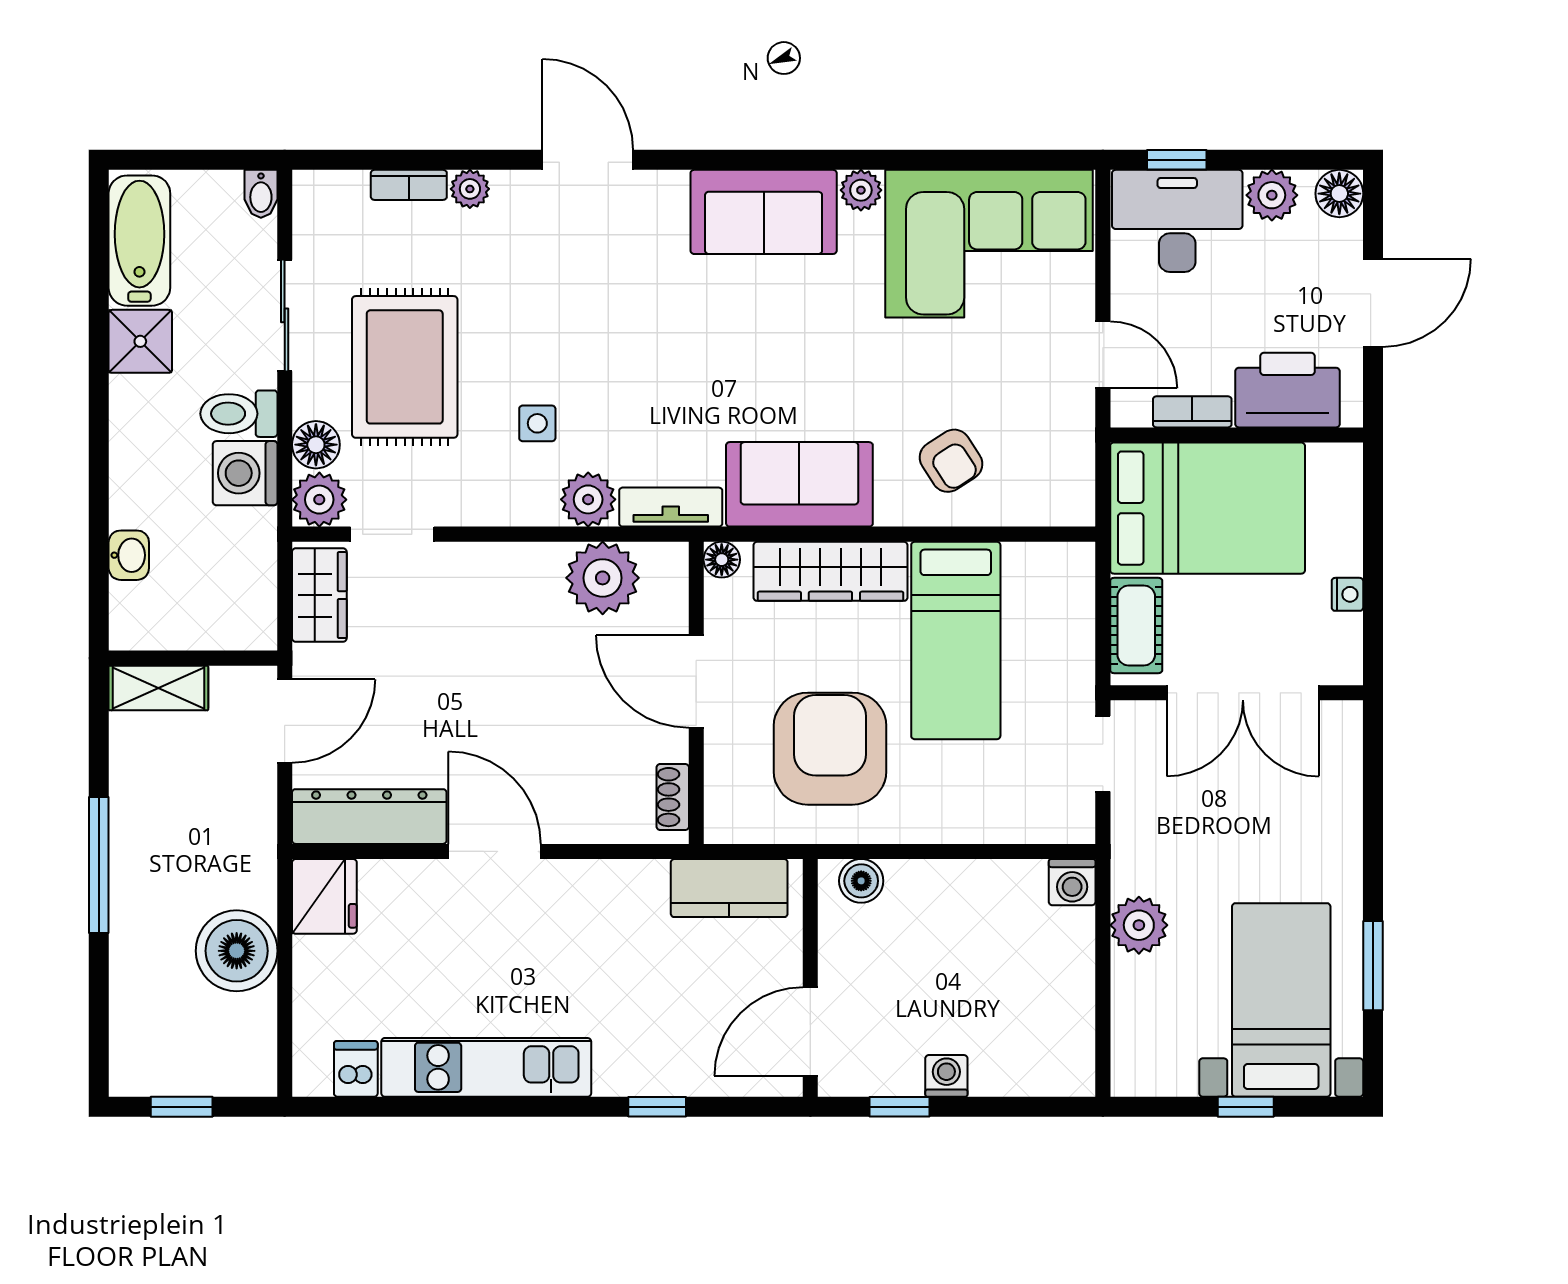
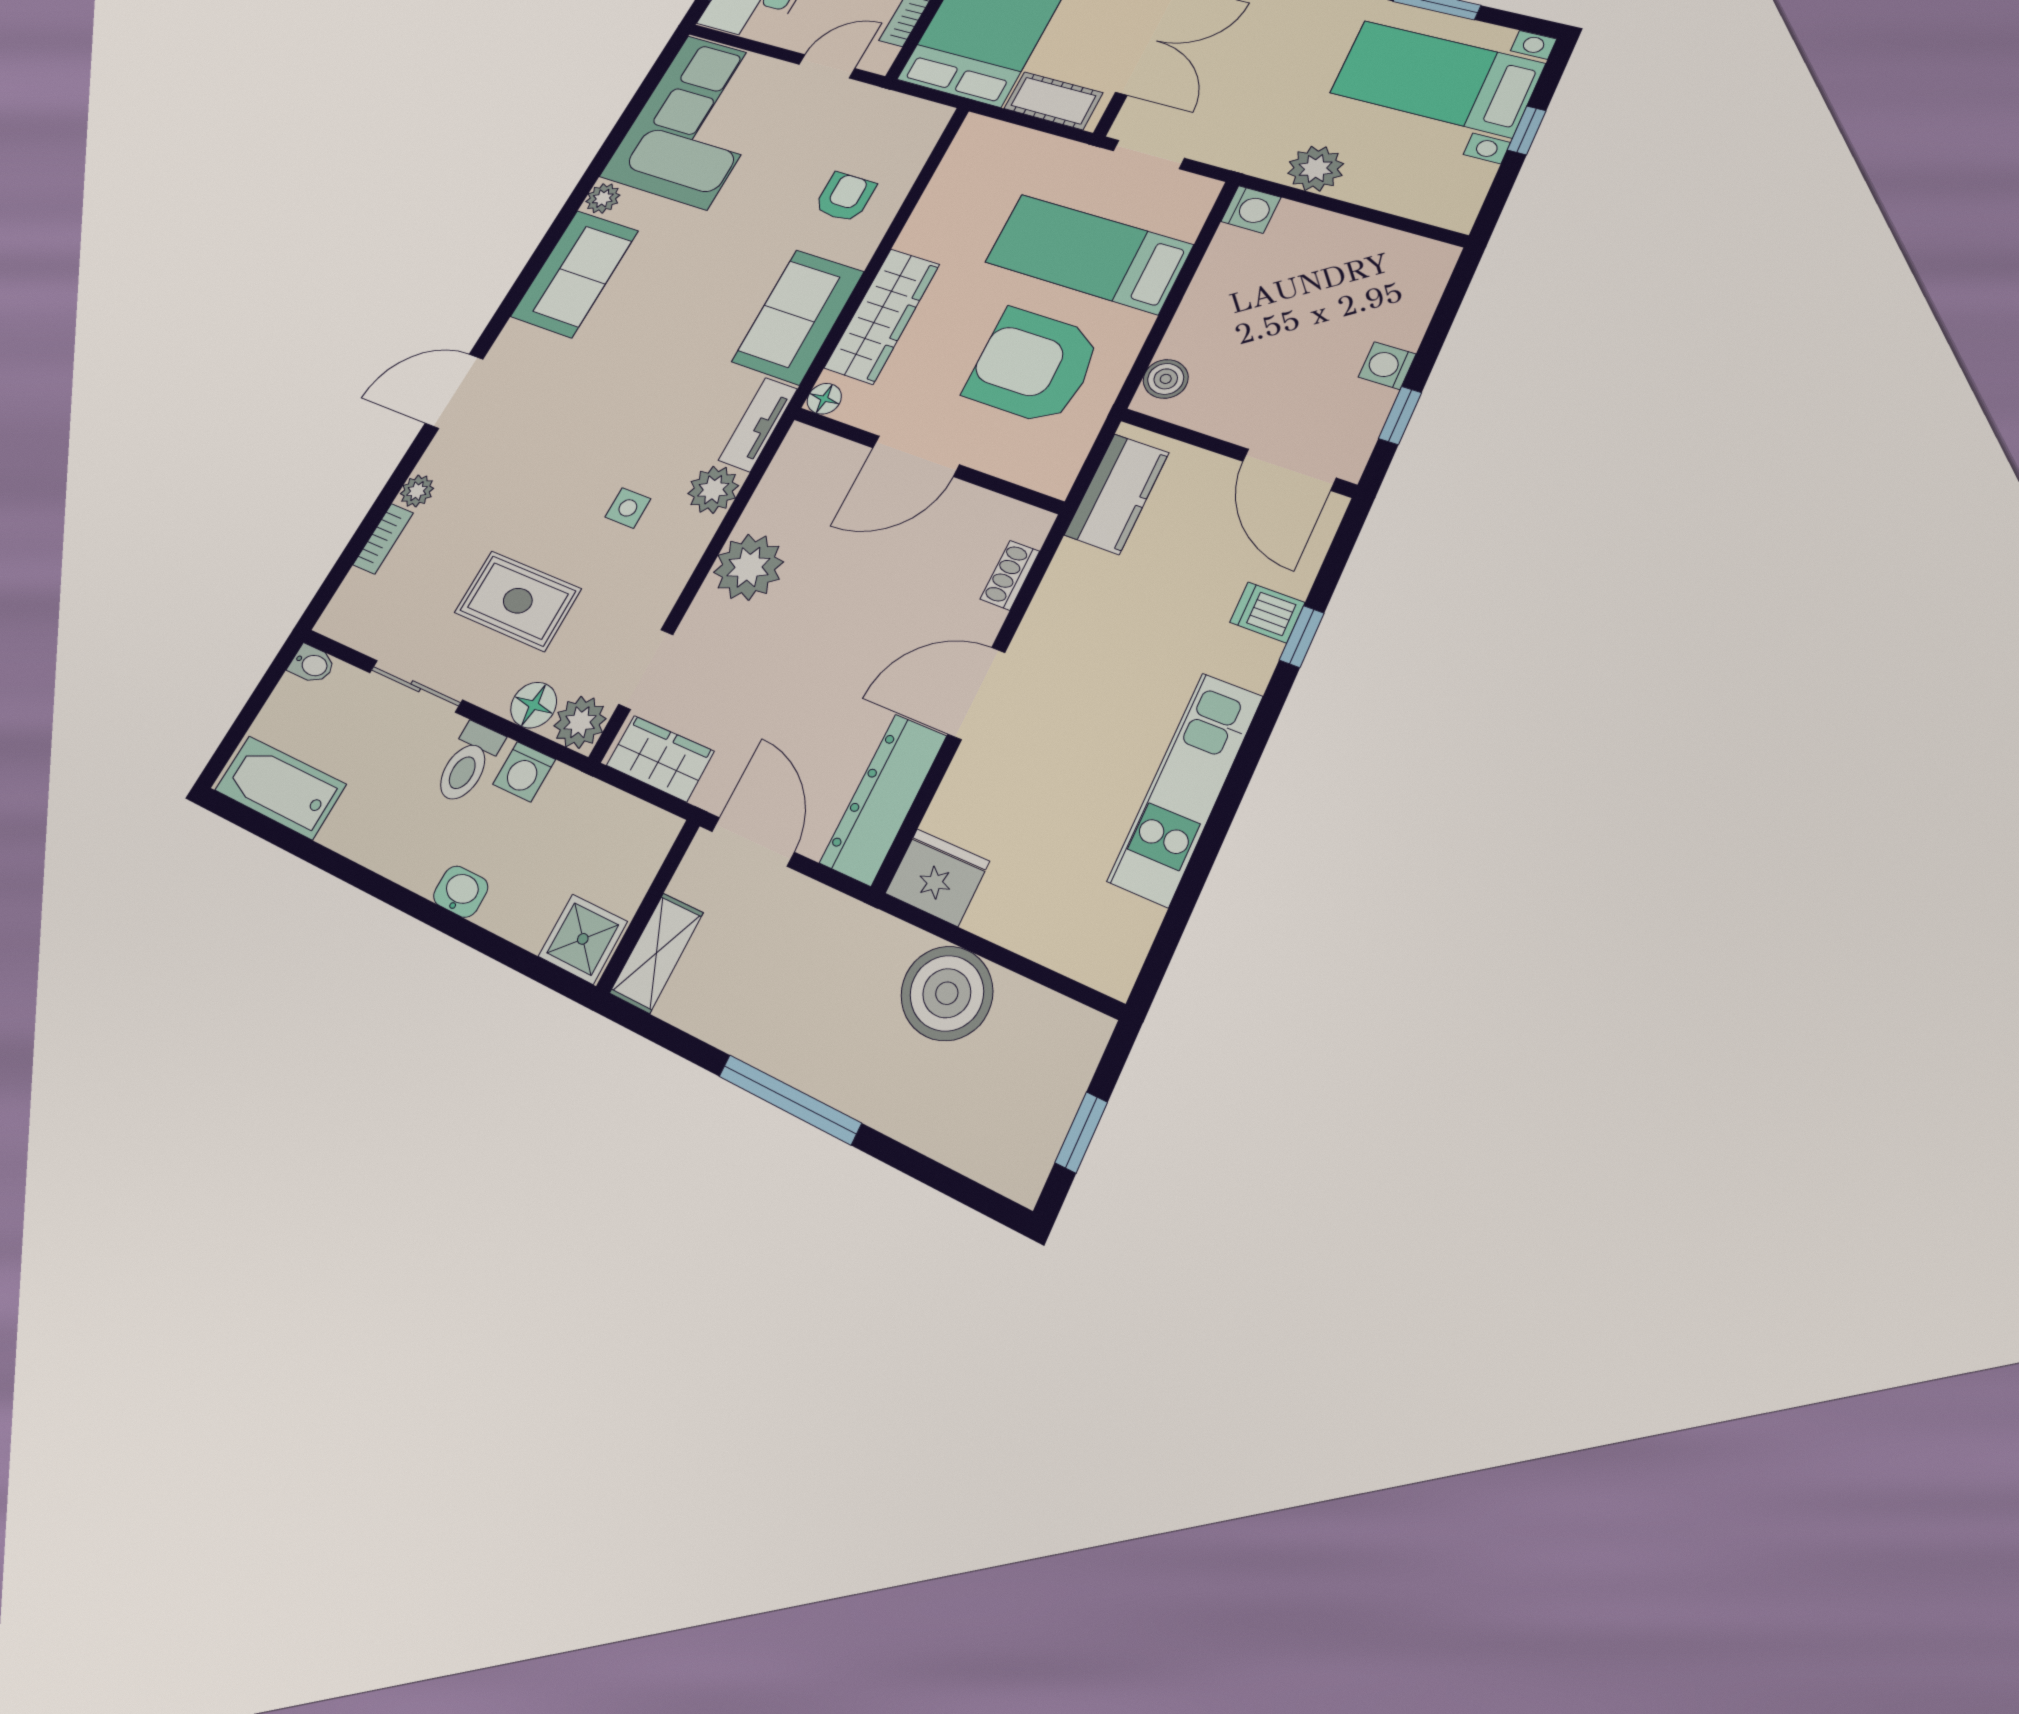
shower: (140, 341) -> (583, 939), moved
rug: (405, 367) -> (518, 601), width x0.73, depth x0.70
armchair: (951, 461) -> (845, 197), turned -57
washing machine: (245, 473) -> (524, 772), width x0.73, depth x0.73
washbasin: (129, 555) -> (461, 892), moved
plant: (603, 578) -> (748, 567), moved
bed: (956, 640) -> (1088, 253), moved, turned 180
shoe rack: (673, 797) -> (1010, 575), moved, turned 90
dishwasher: (356, 1069) -> (1267, 612), moved

